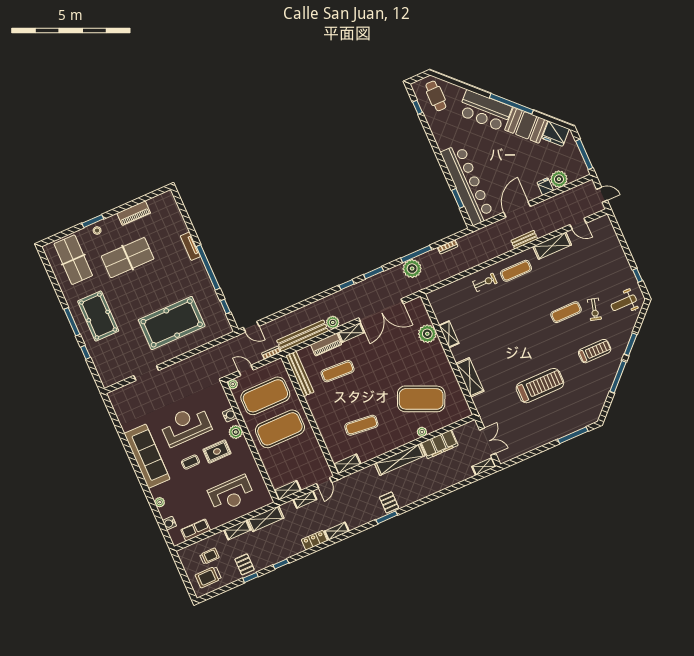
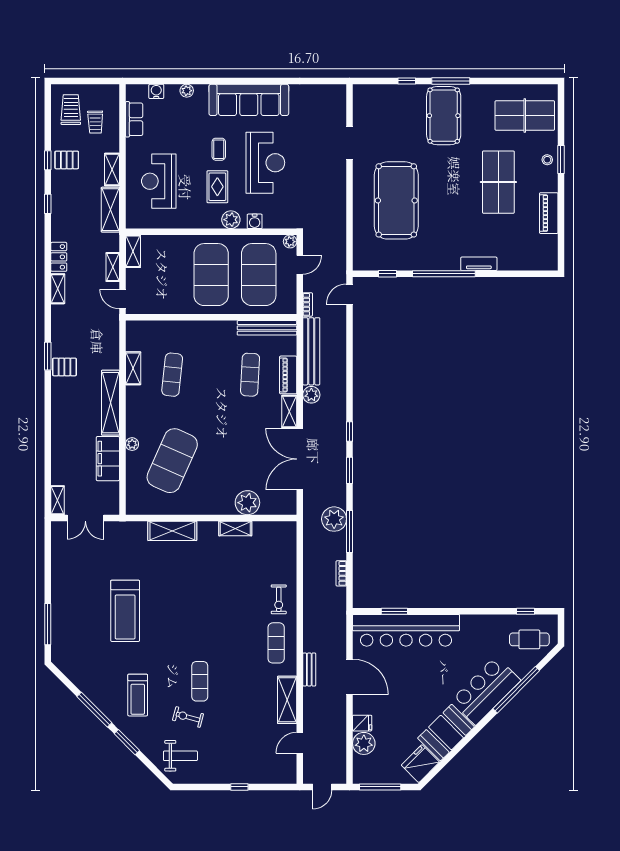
window: (511, 104) -> (516, 690), moved
window: (637, 275) -> (239, 787), moved
weight bench: (624, 303) -> (180, 756), turned 90
pool table: (98, 316) -> (444, 116), turned 90
shelving: (347, 464) -> (133, 368), moved

